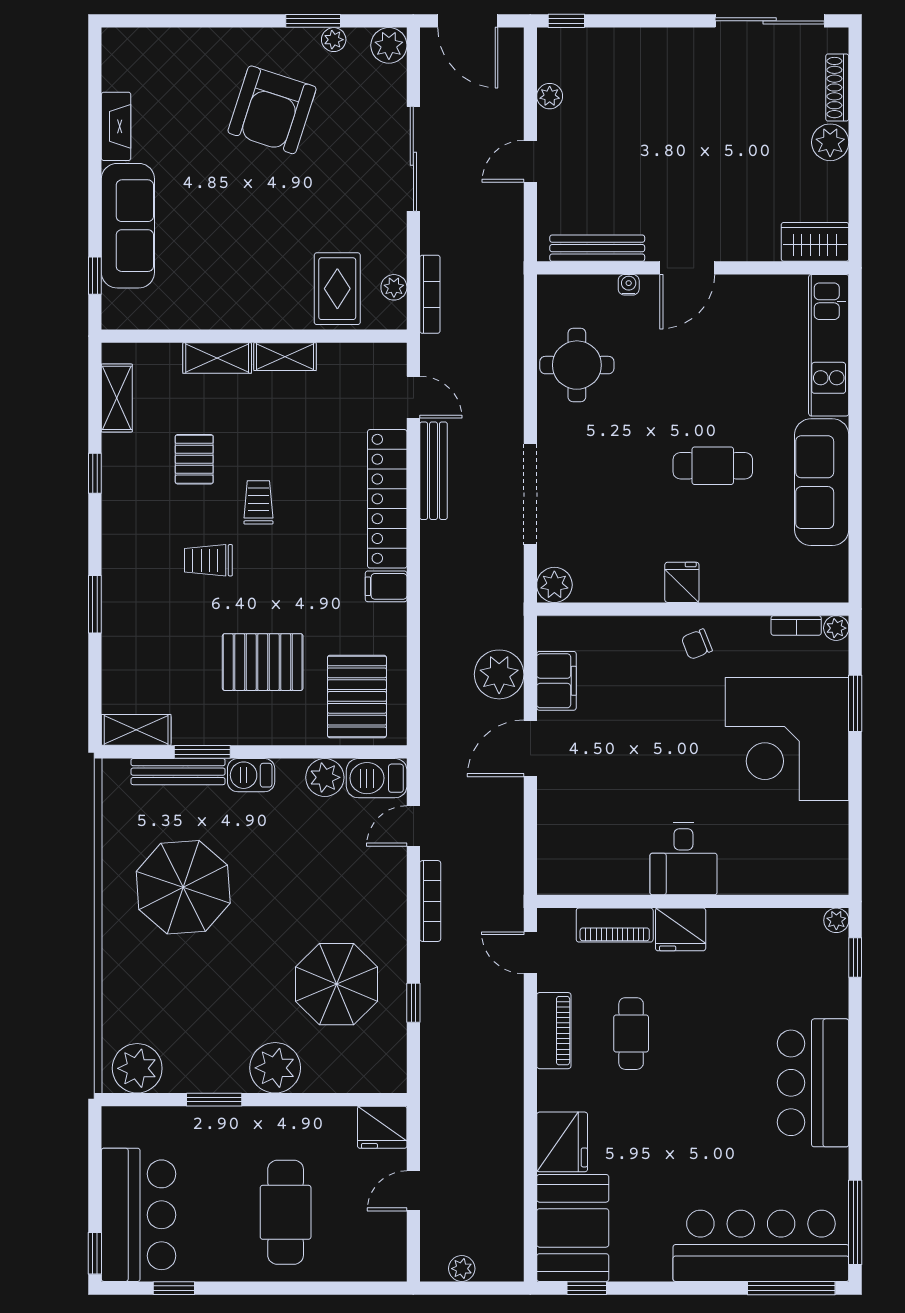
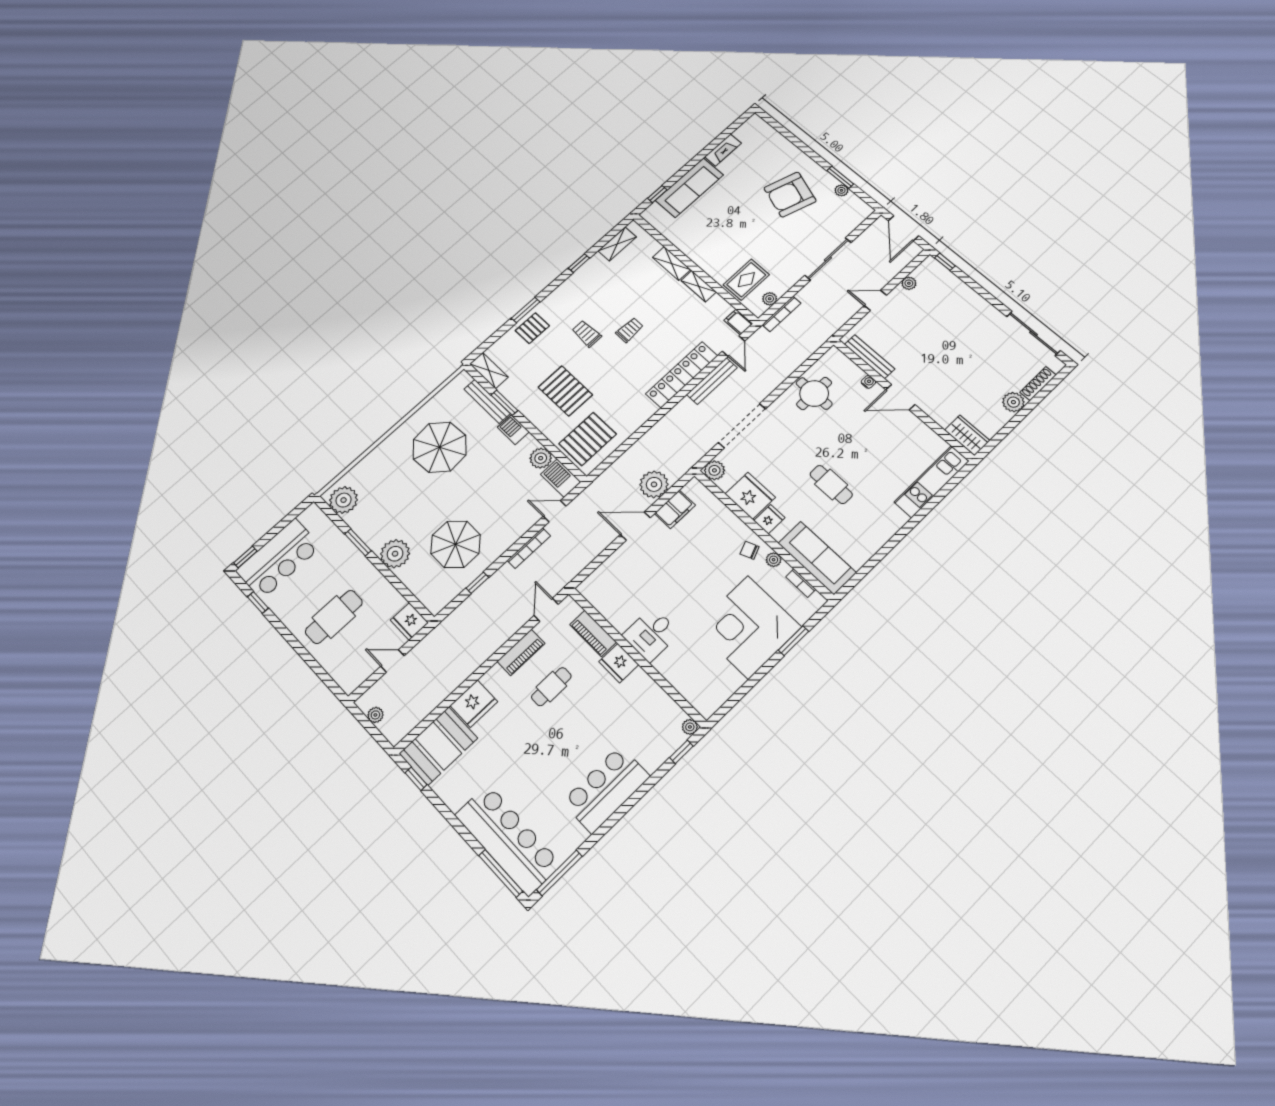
plant: (389, 45) -> (862, 211), removed
pallet: (194, 459) -> (532, 328), moved
sofa: (822, 482) -> (817, 558), moved, turned 90
fridge: (630, 575) -> (750, 496), added
filing cabinet: (386, 586) -> (738, 322), moved
plant: (836, 628) -> (774, 560), moved

